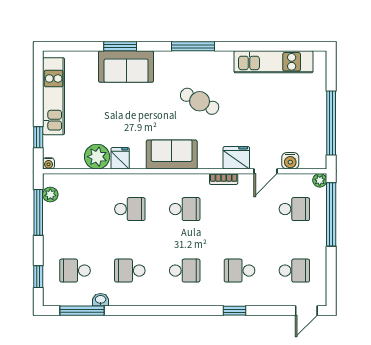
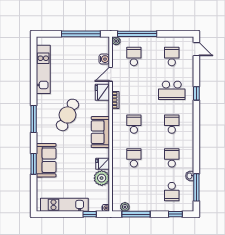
cafe table: (200, 101) -> (68, 115), width x1.37, depth x1.35
door: (266, 171) -> (111, 74), swing flipped
school desk: (130, 271) -> (172, 158), turned 180
school desk: (240, 271) -> (172, 90), width x1.85

